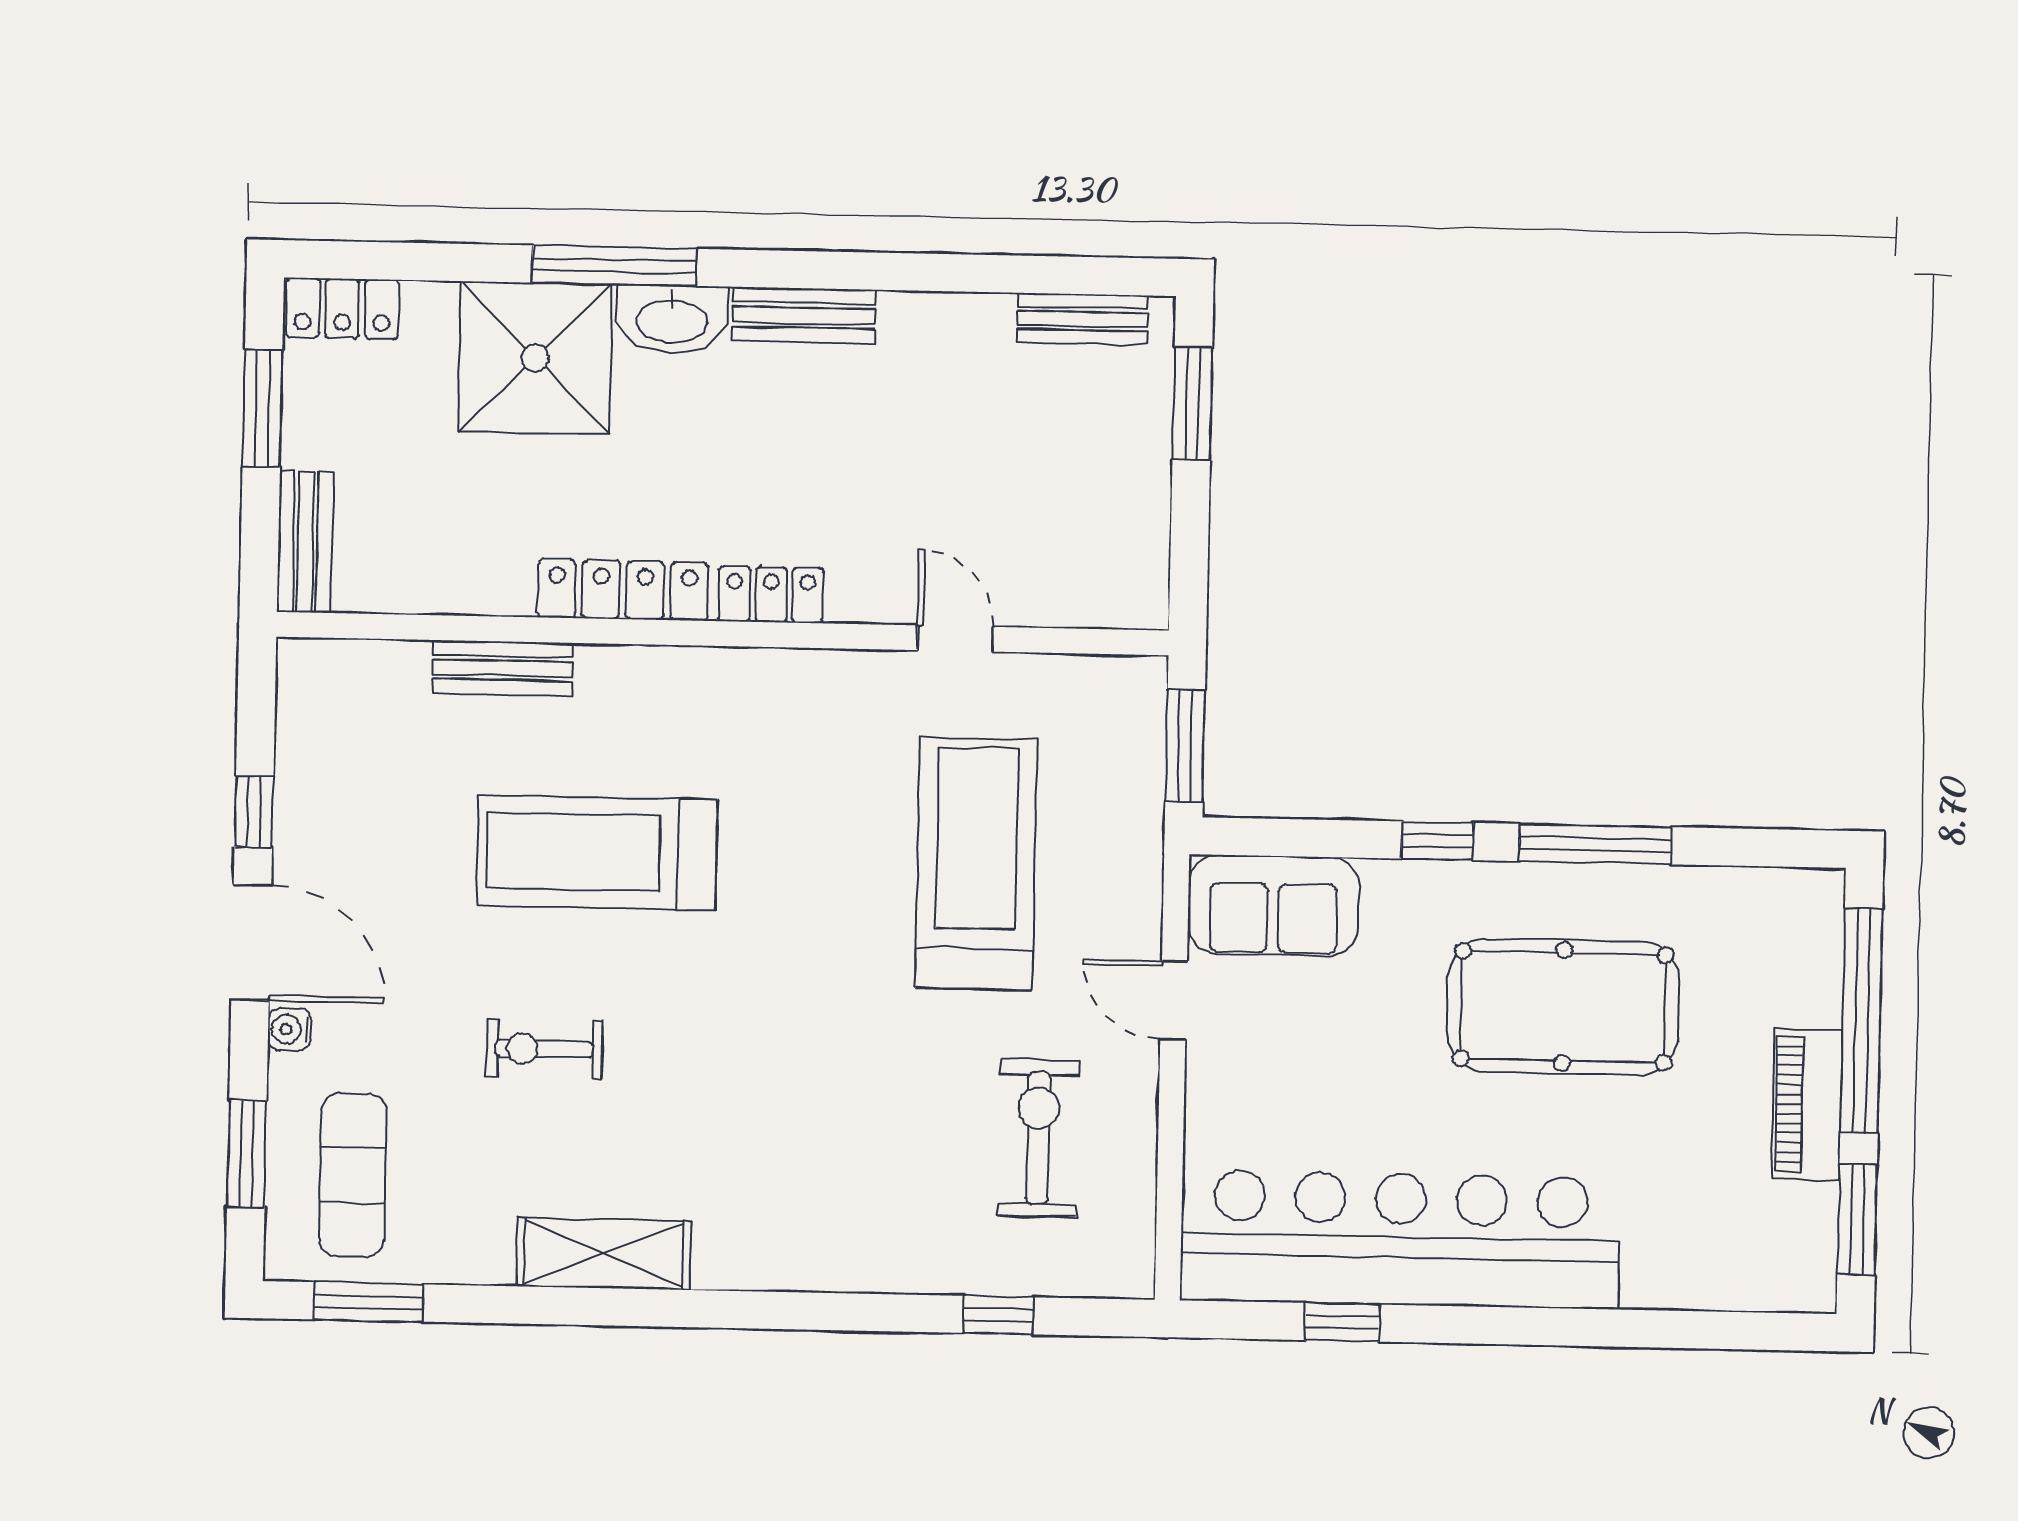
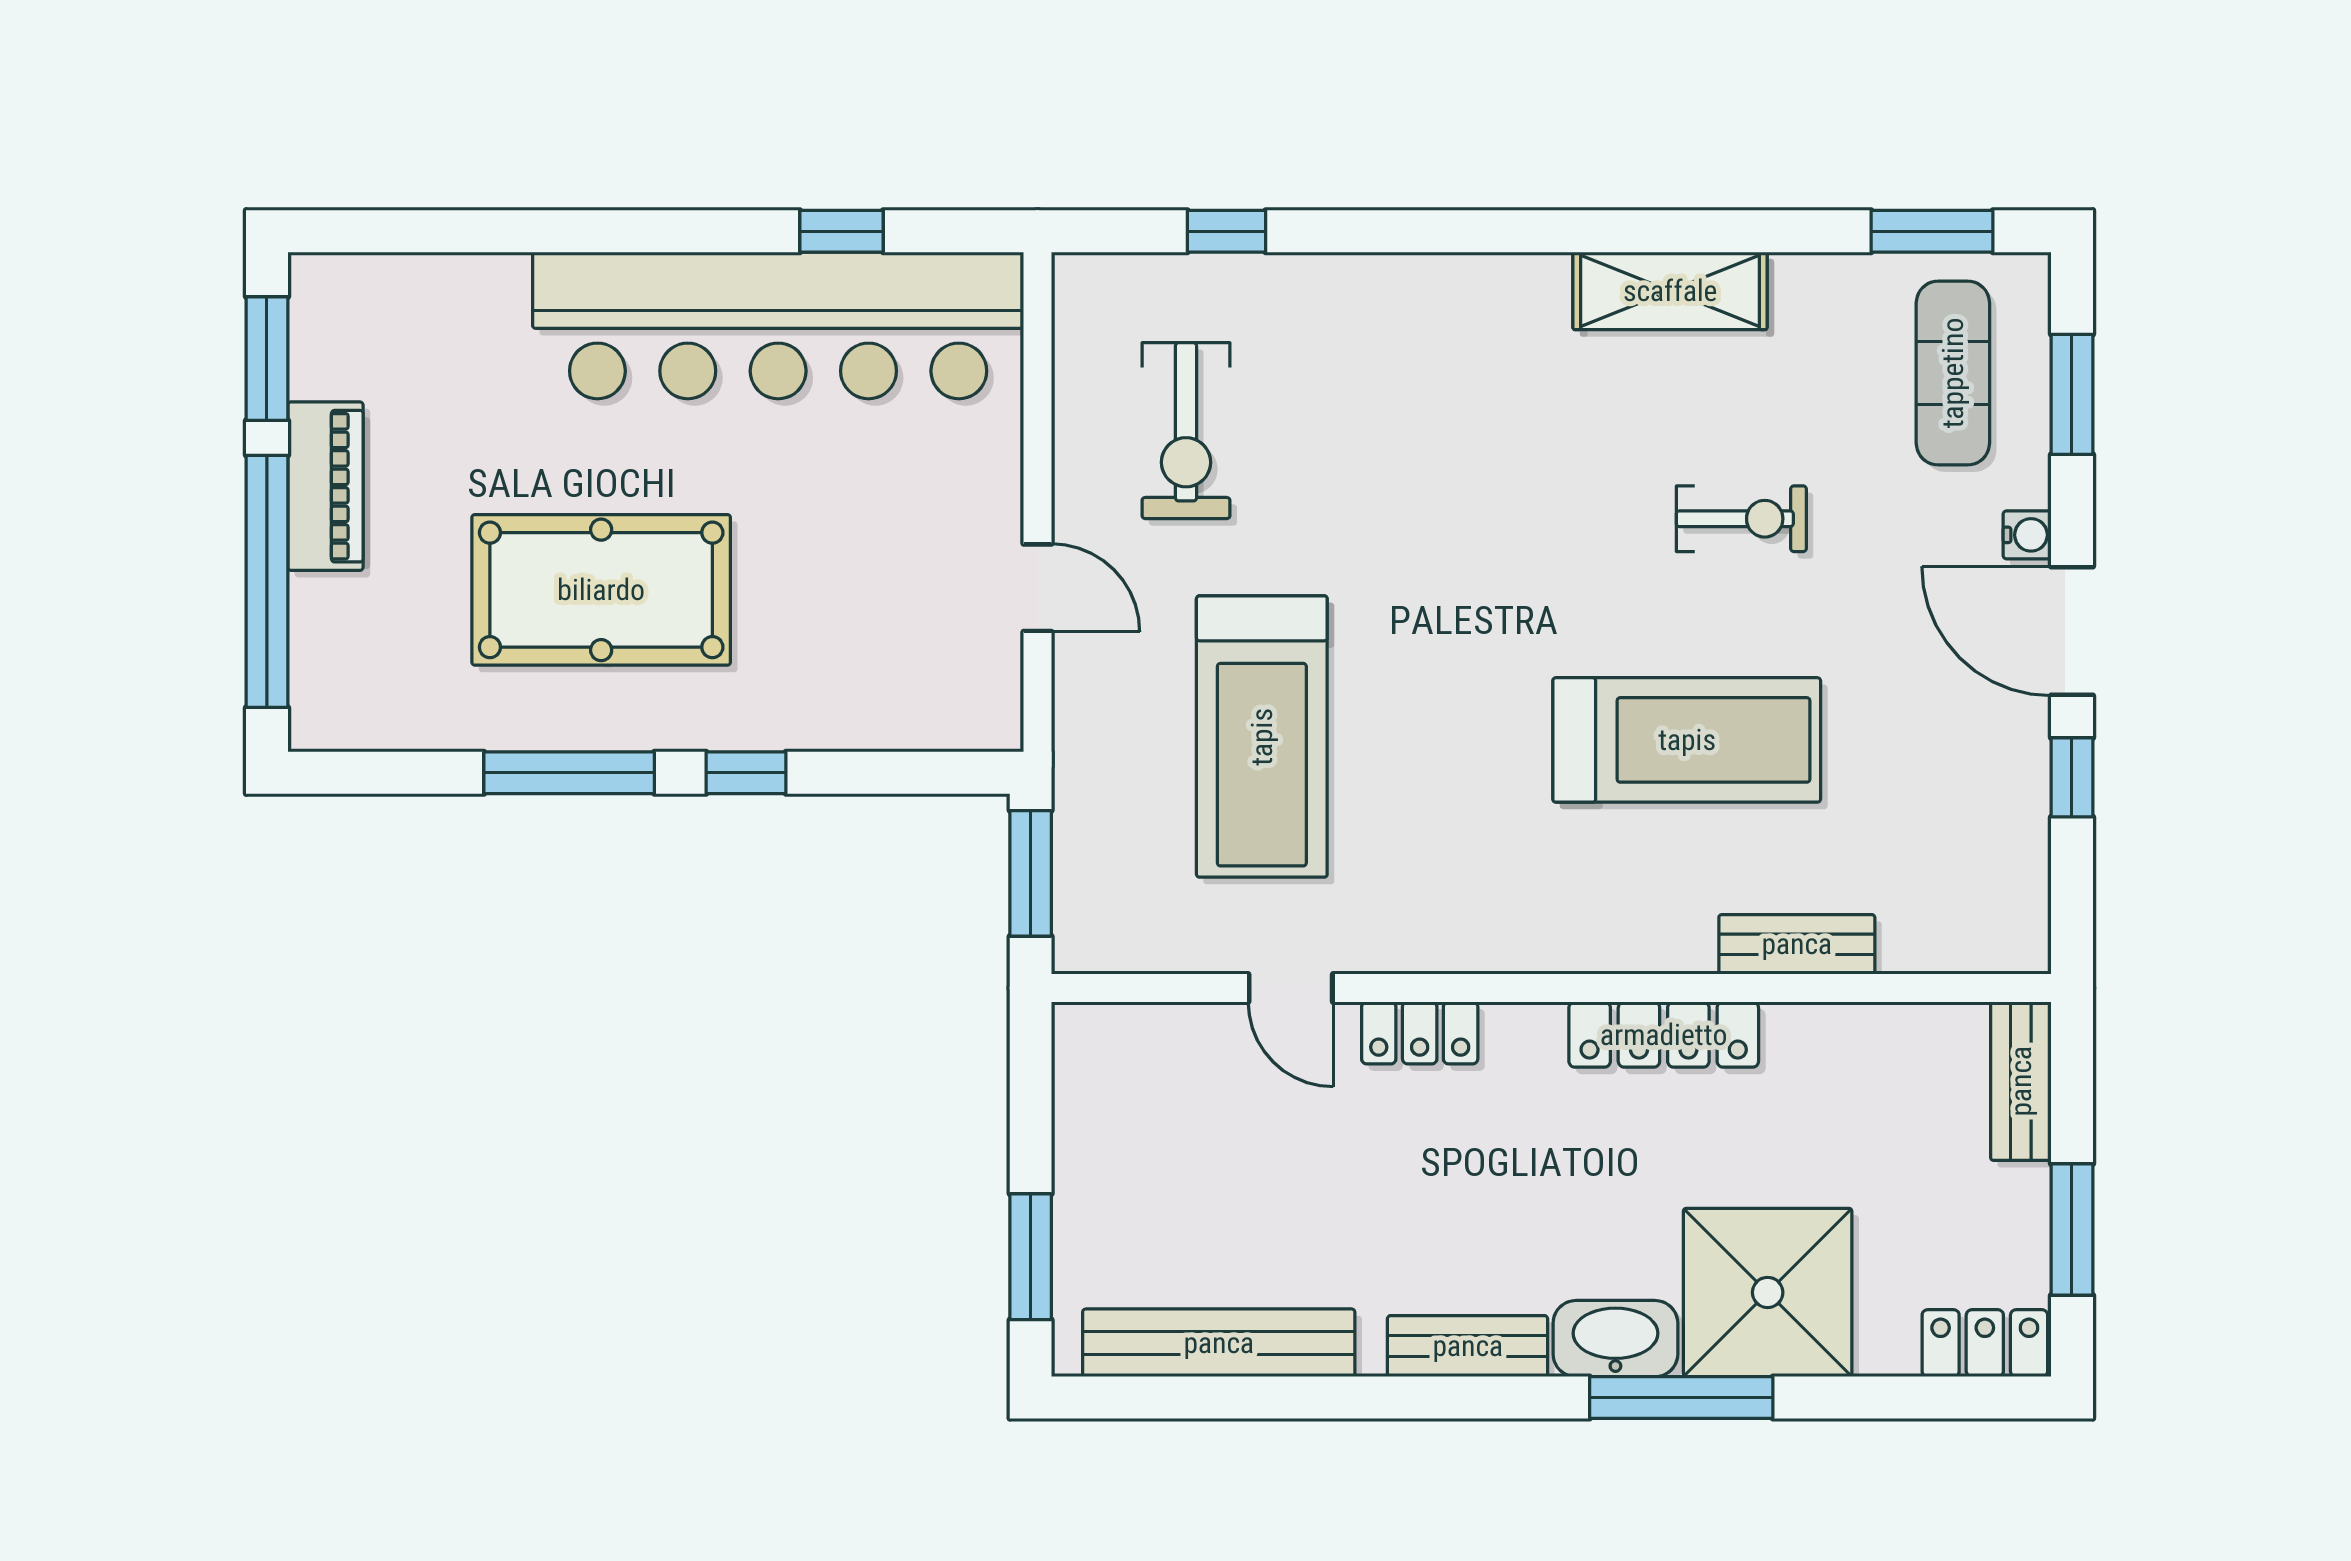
bench: (1082, 319) -> (1219, 1343), width x1.86, depth x1.21
locker: (771, 595) -> (1420, 1033), moved
sofa: (1273, 905) -> (928, 697), removed

